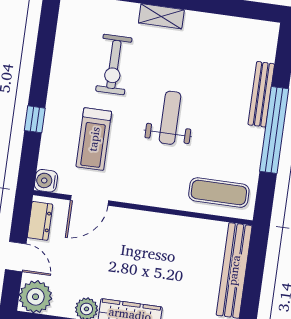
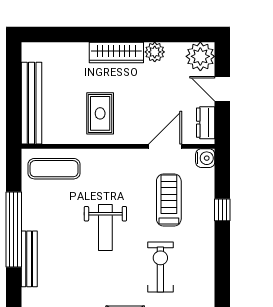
rug: (158, 248) -> (100, 113), added

